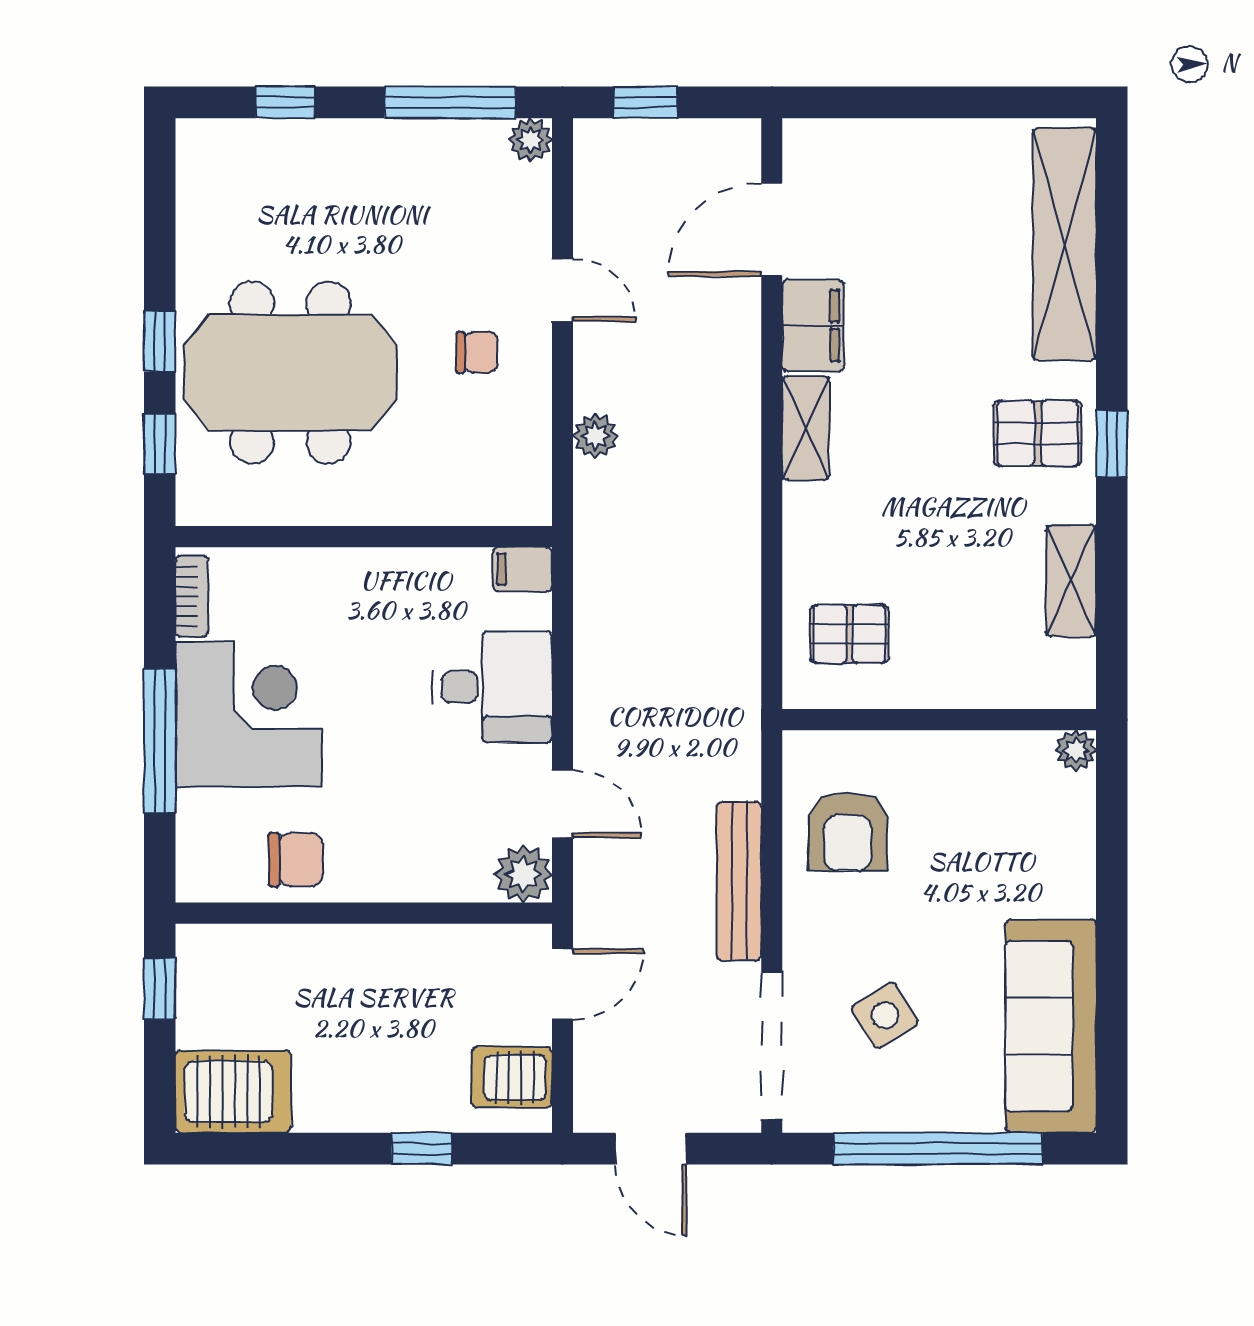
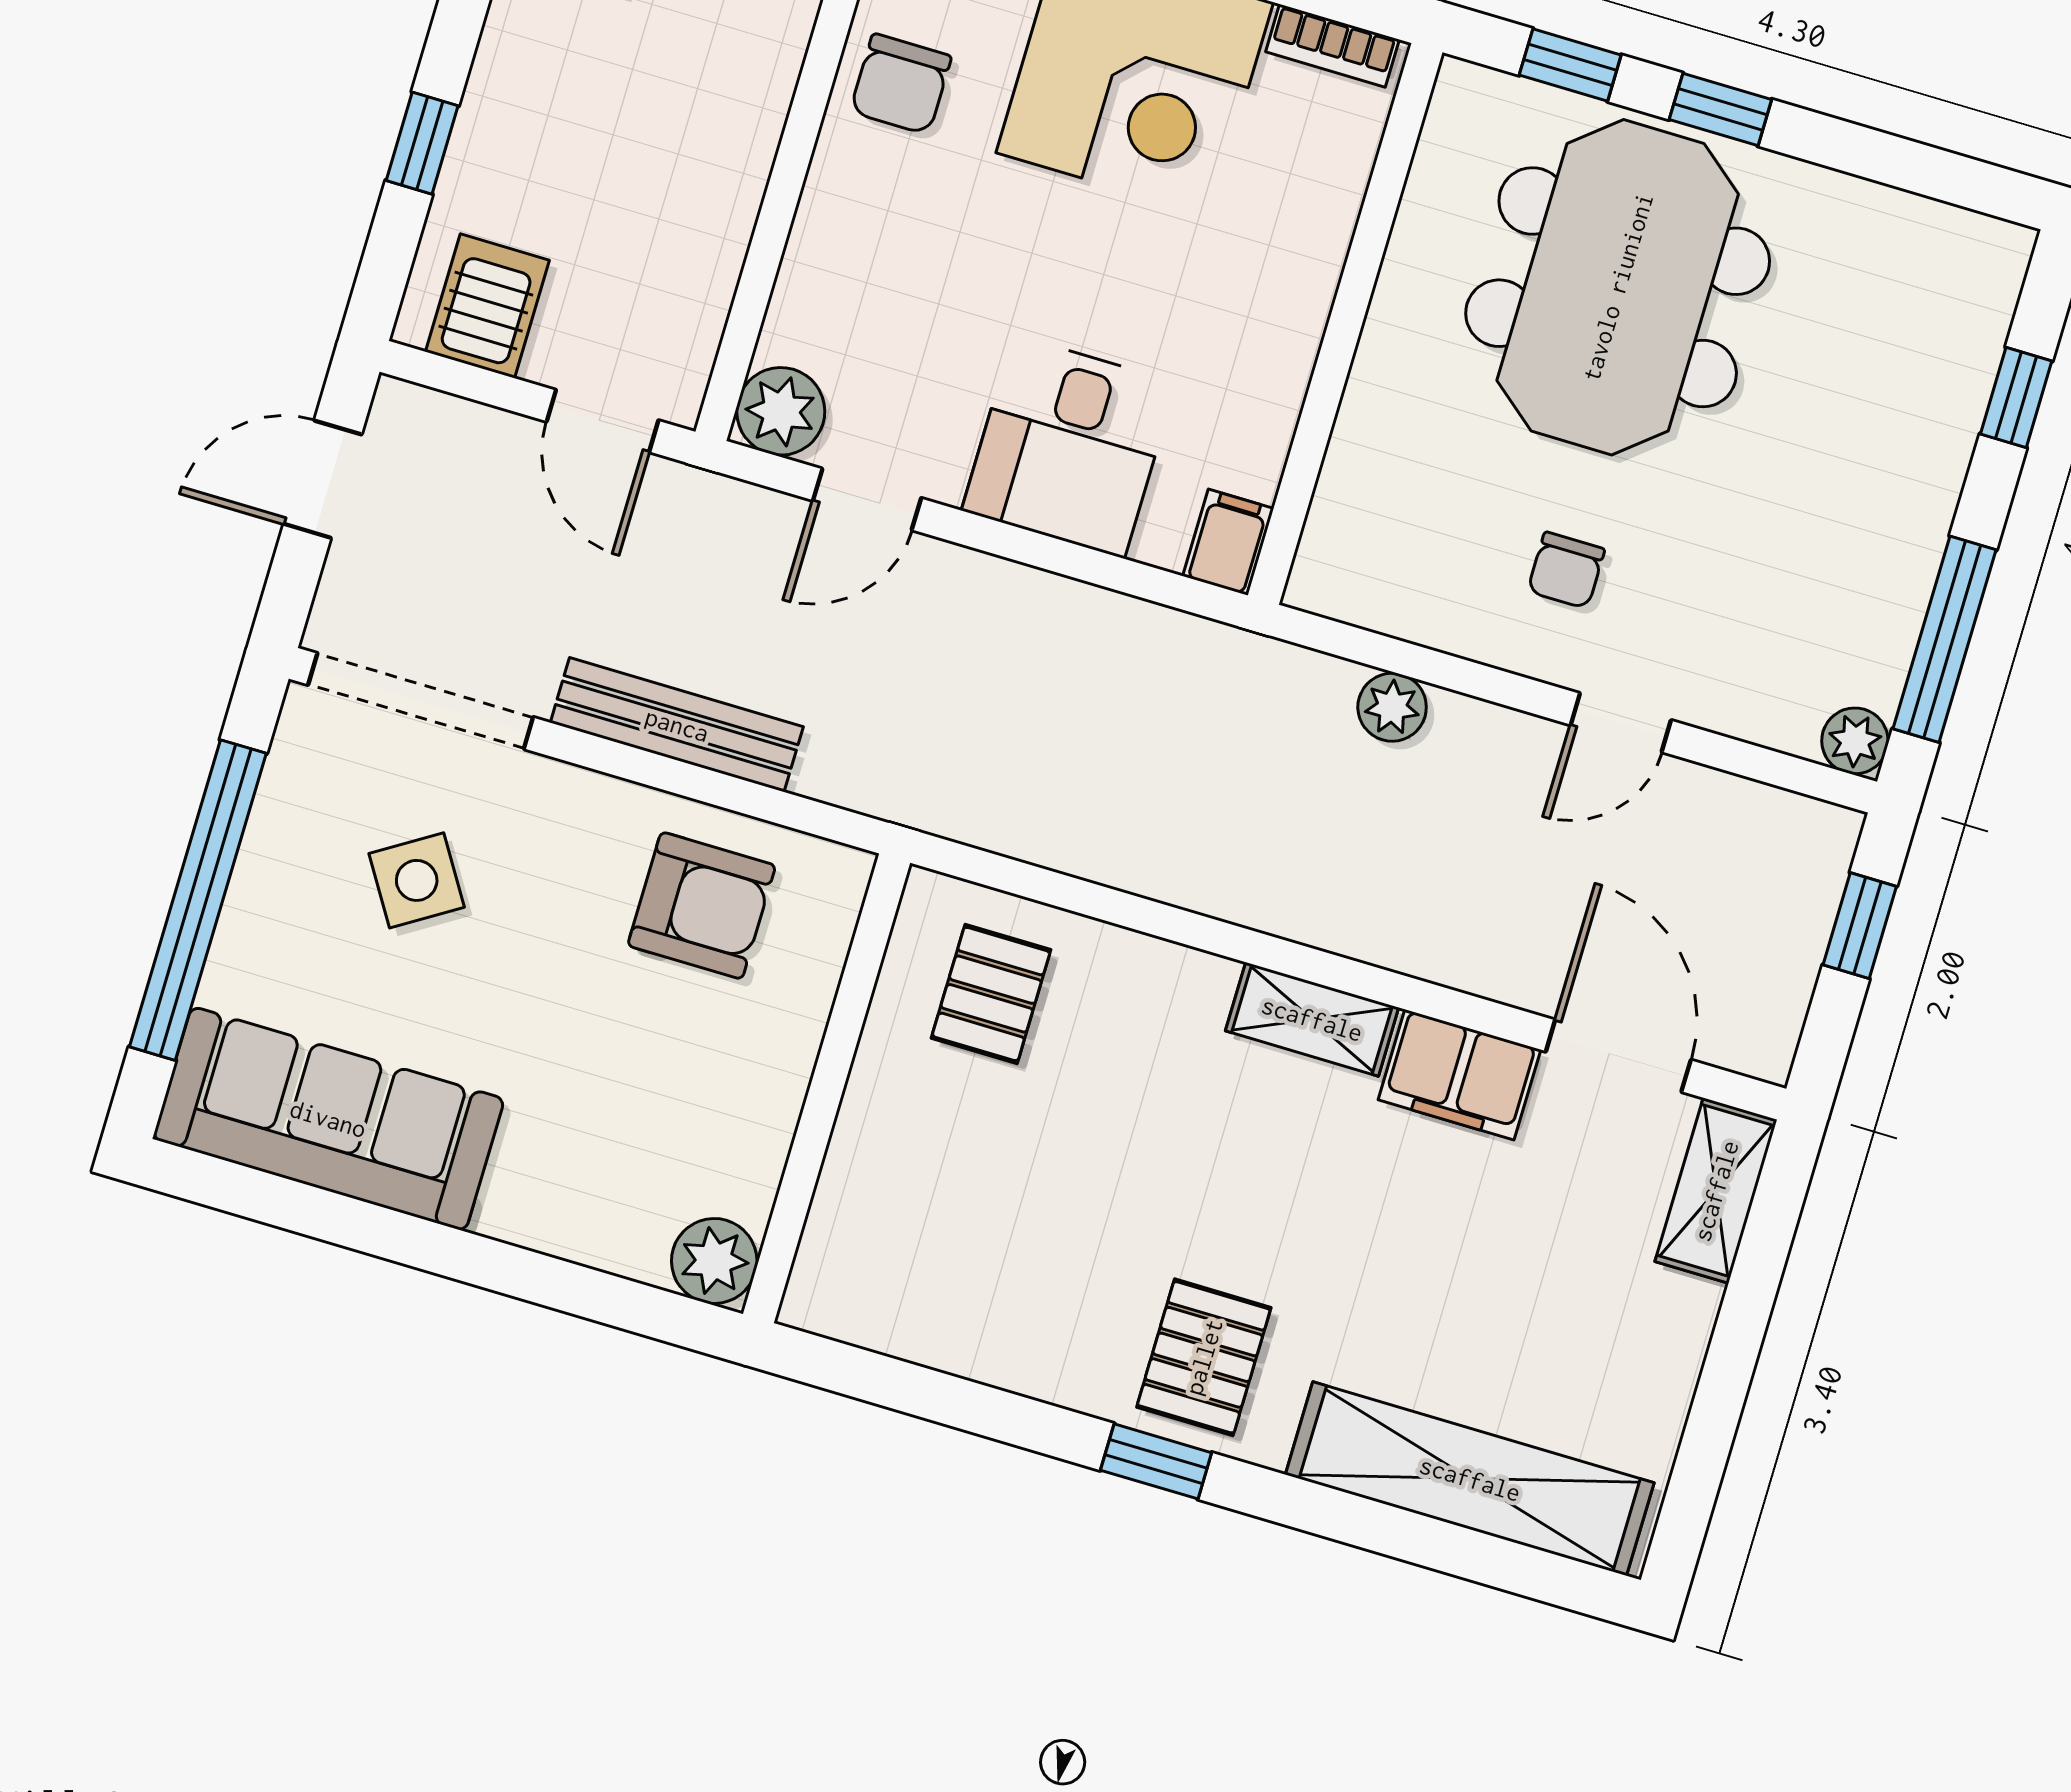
shelving: (1071, 581) -> (1716, 1191), moved, turned 90
plant: (1076, 750) -> (714, 1261), width x1.38, depth x1.38
armchair: (848, 832) -> (702, 906), turned 180

